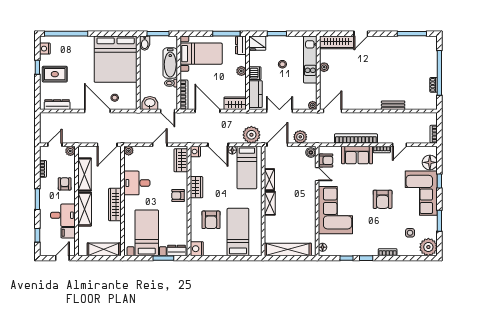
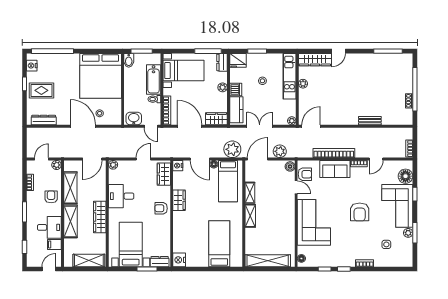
armchair: (211, 220) -> (193, 232), removed
plant: (428, 247) -> (408, 233), moved, width x0.53, depth x0.53

